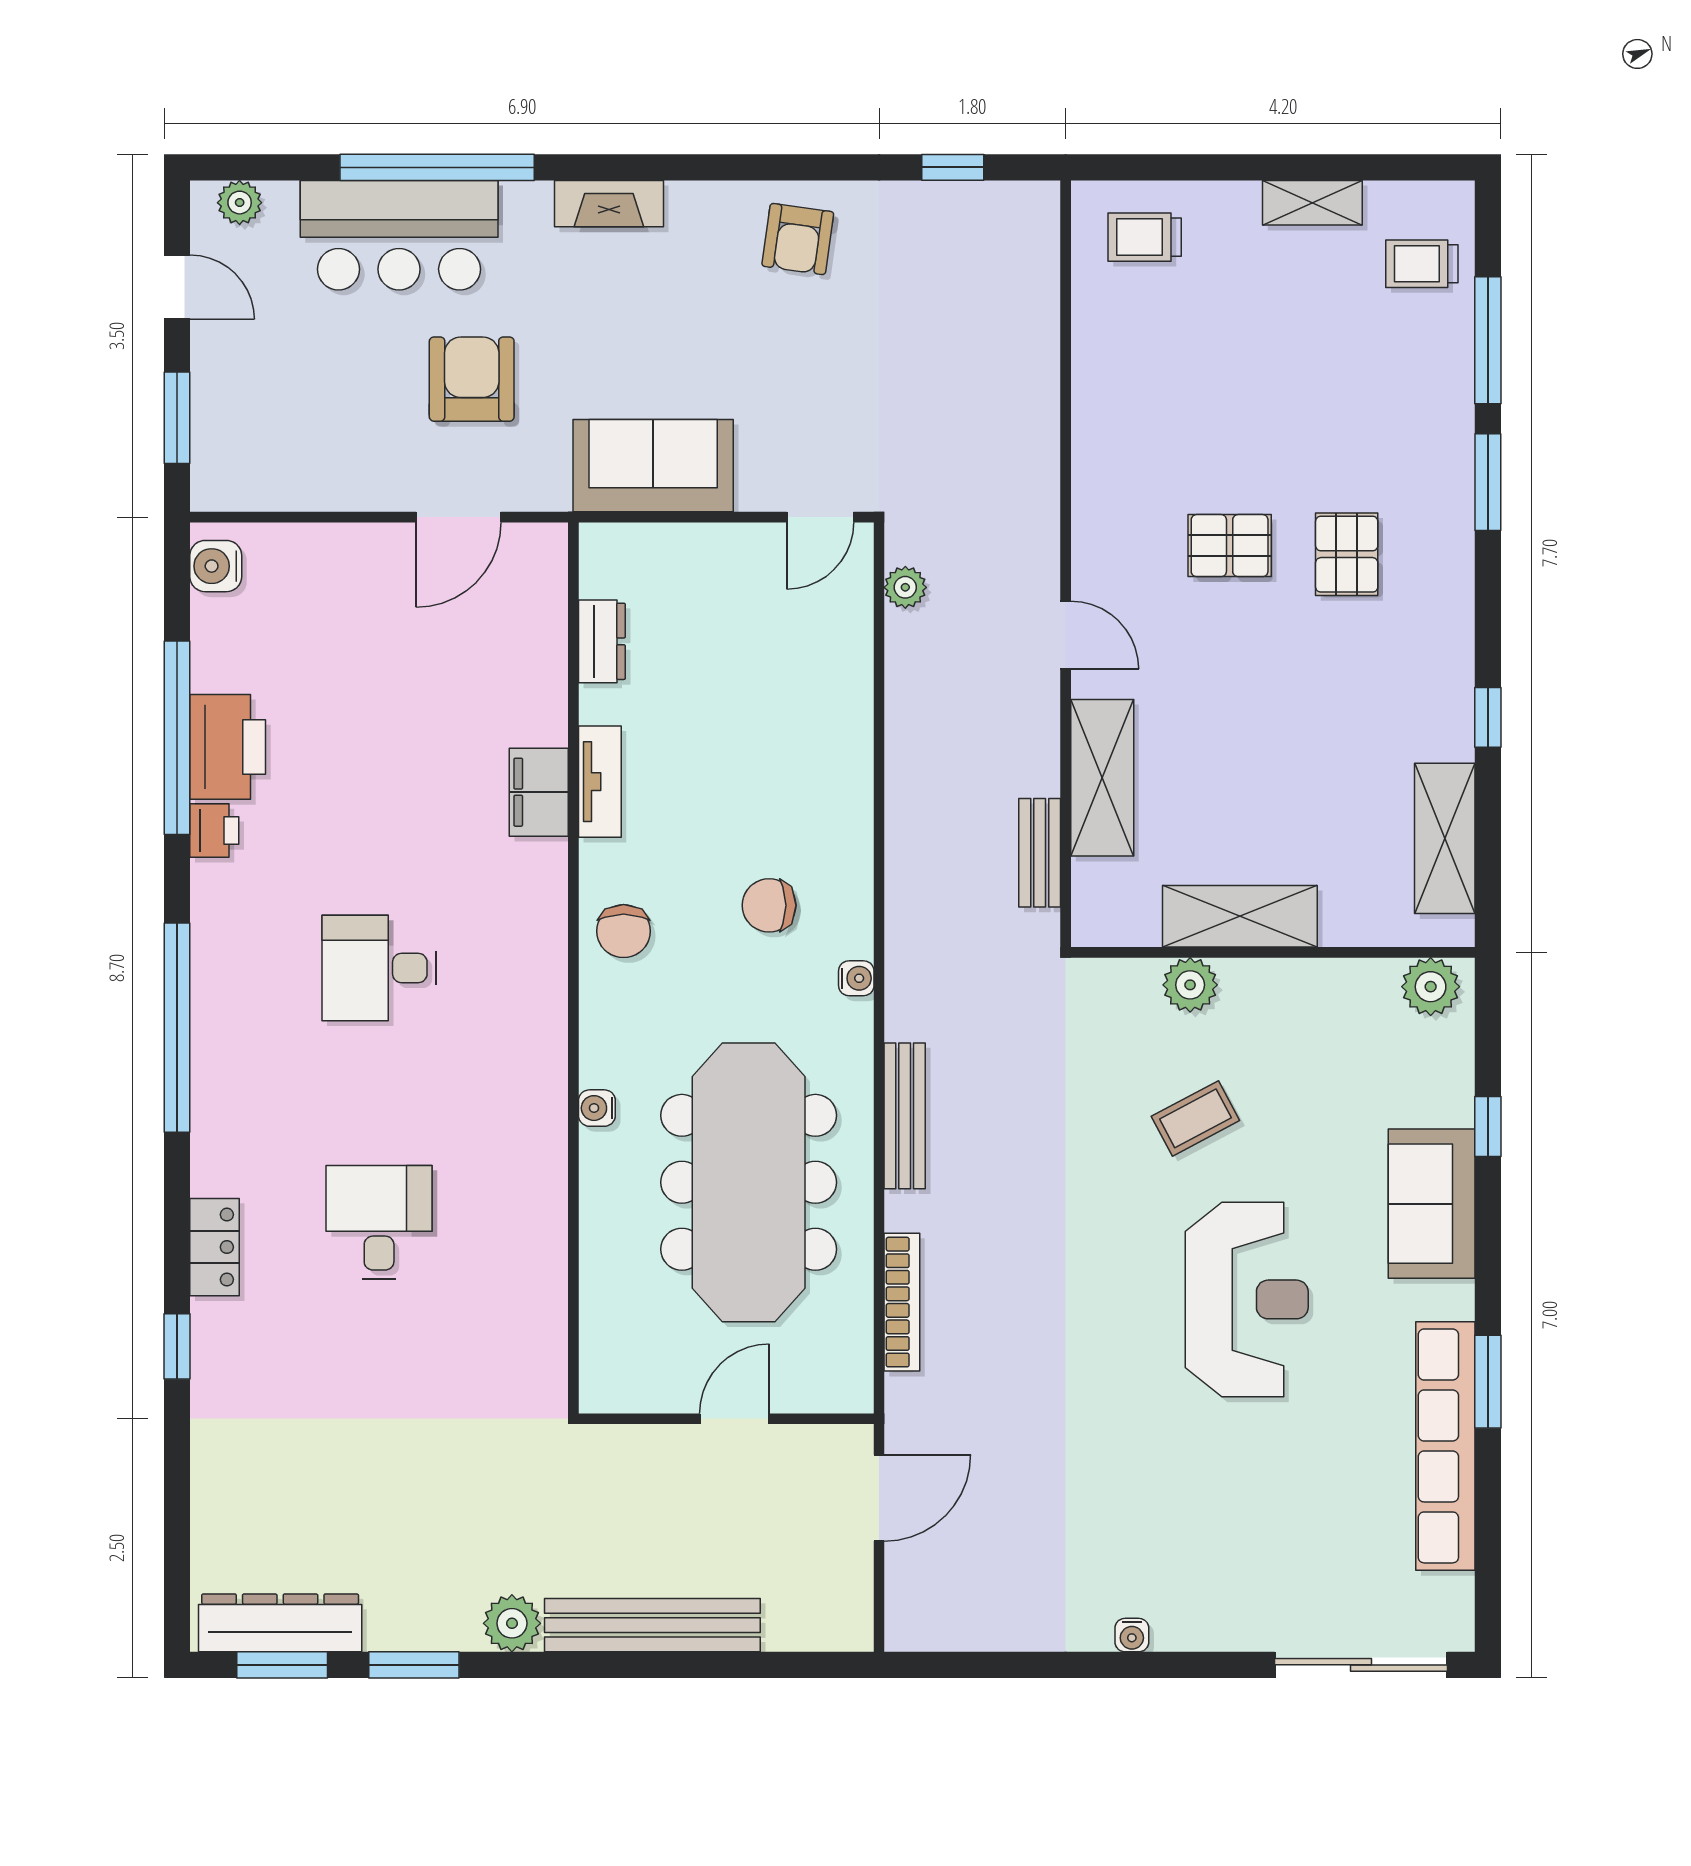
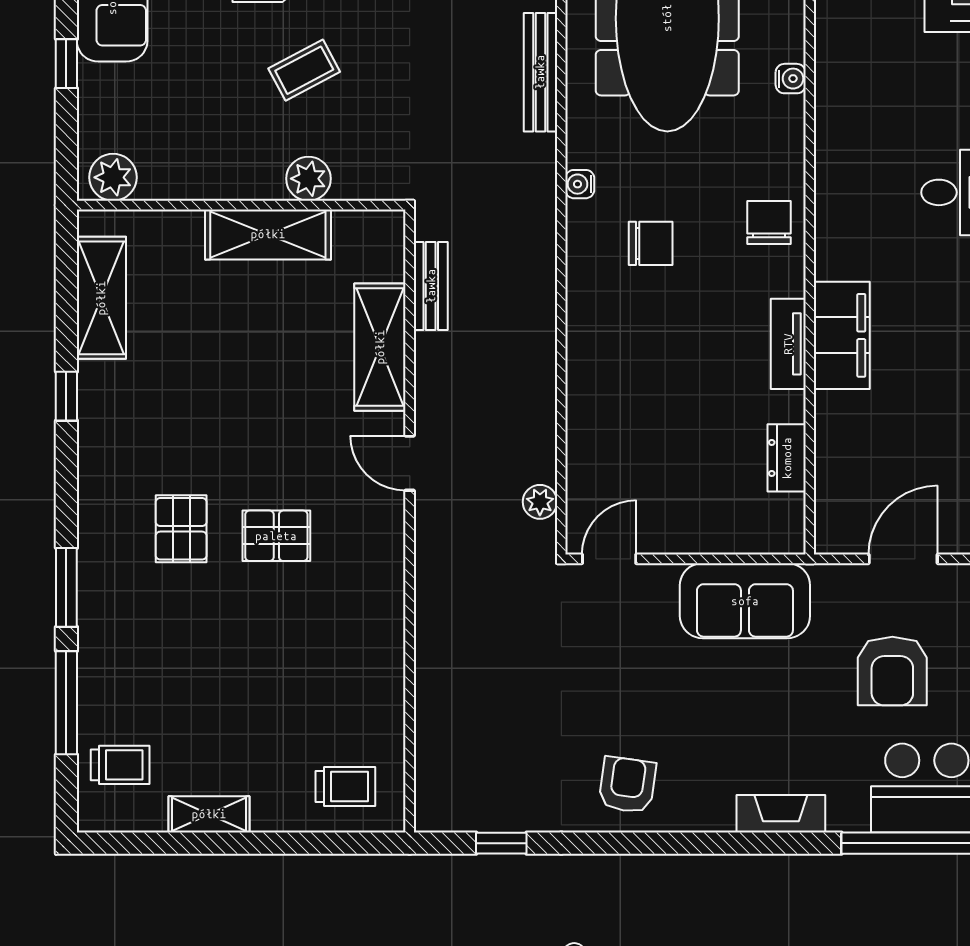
filing cabinet: (539, 792) -> (842, 335), width x1.50, depth x1.17

